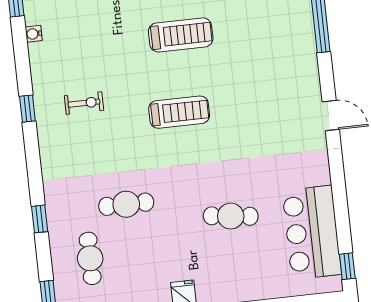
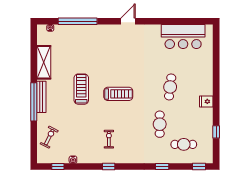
treadmill: (179, 112) -> (118, 94), turned 90
cafe table: (231, 216) -> (170, 87), moved
window: (347, 266) -> (201, 21), removed

